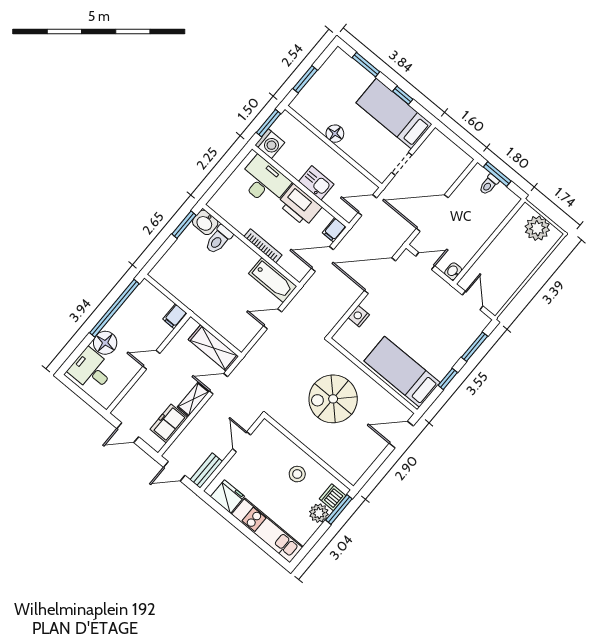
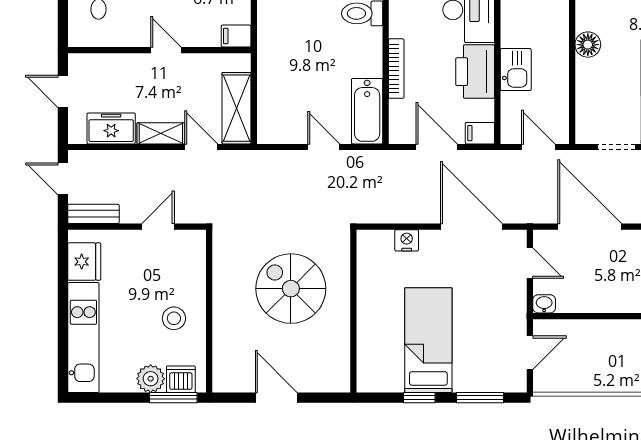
bed: (402, 372) -> (428, 340), moved
door: (401, 435) -> (276, 398), moved

